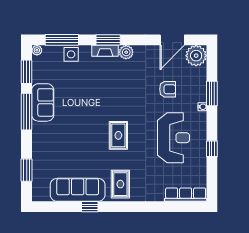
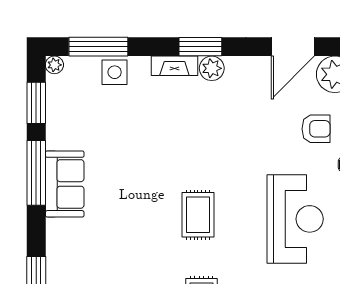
window: (108, 40) -> (200, 47), moved
armchair: (168, 89) -> (316, 129), moved
sofa: (43, 102) -> (65, 184), moved

